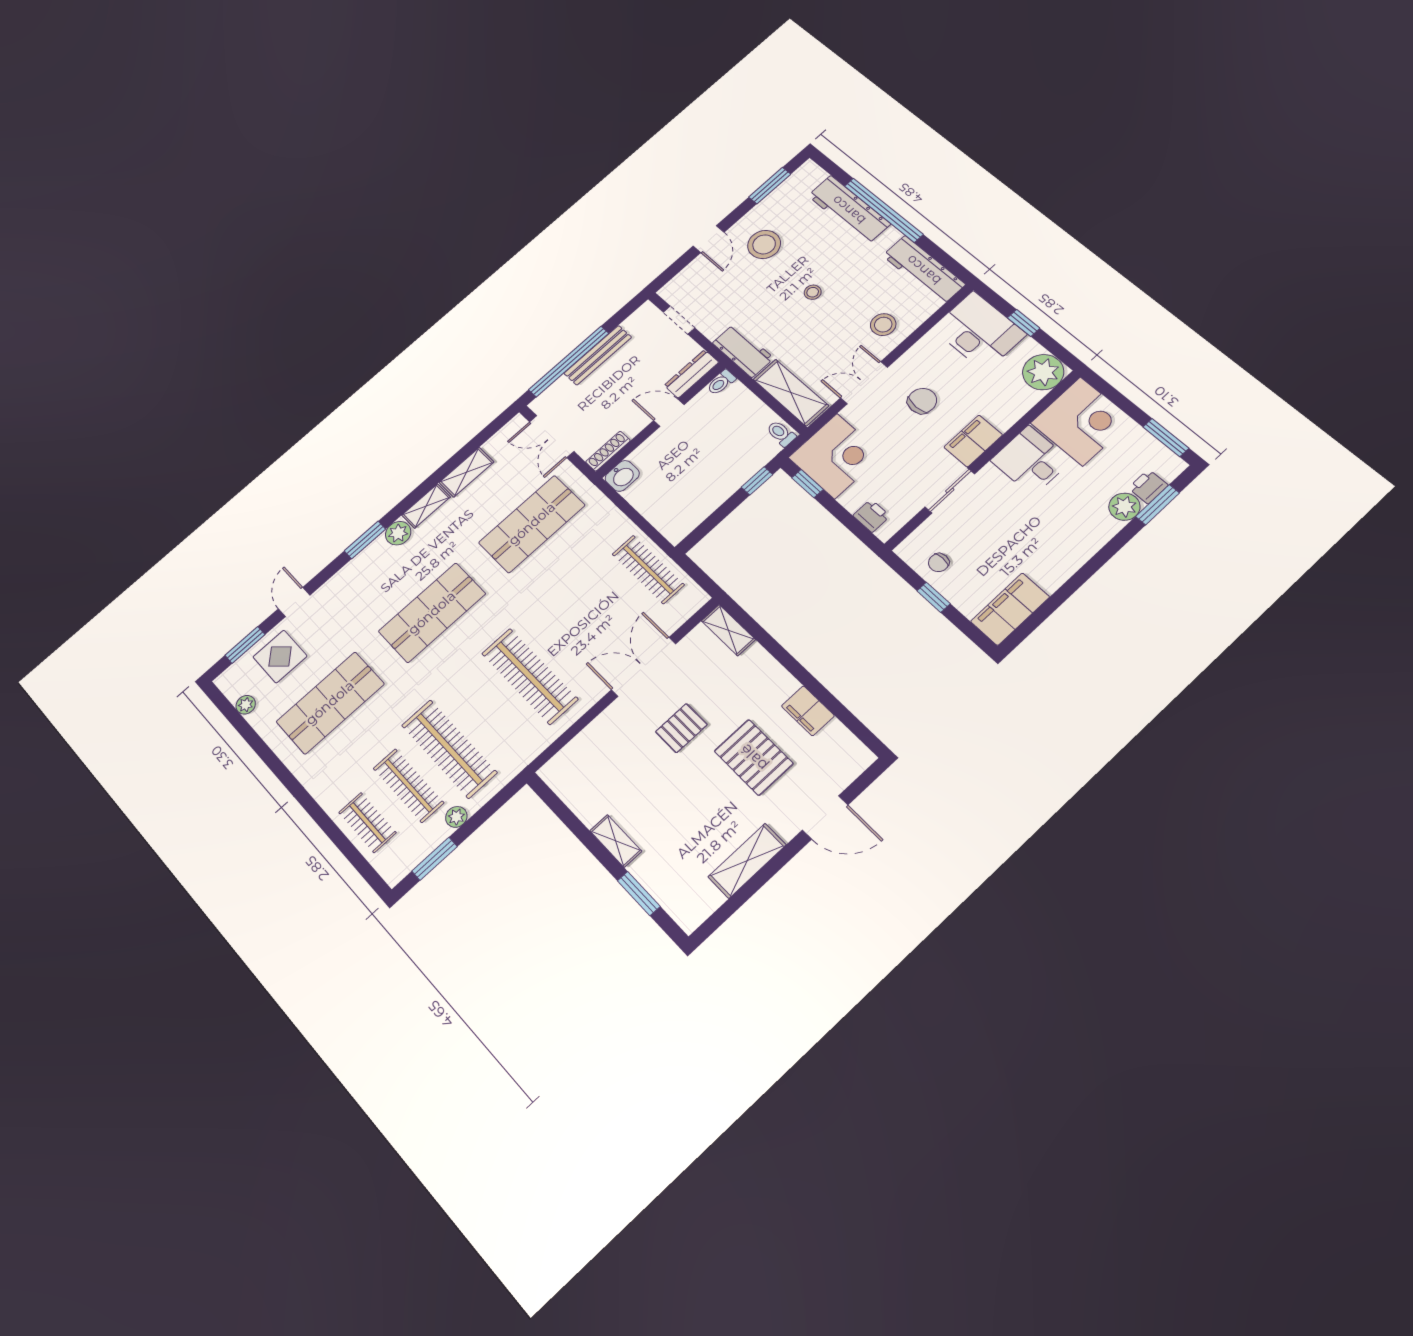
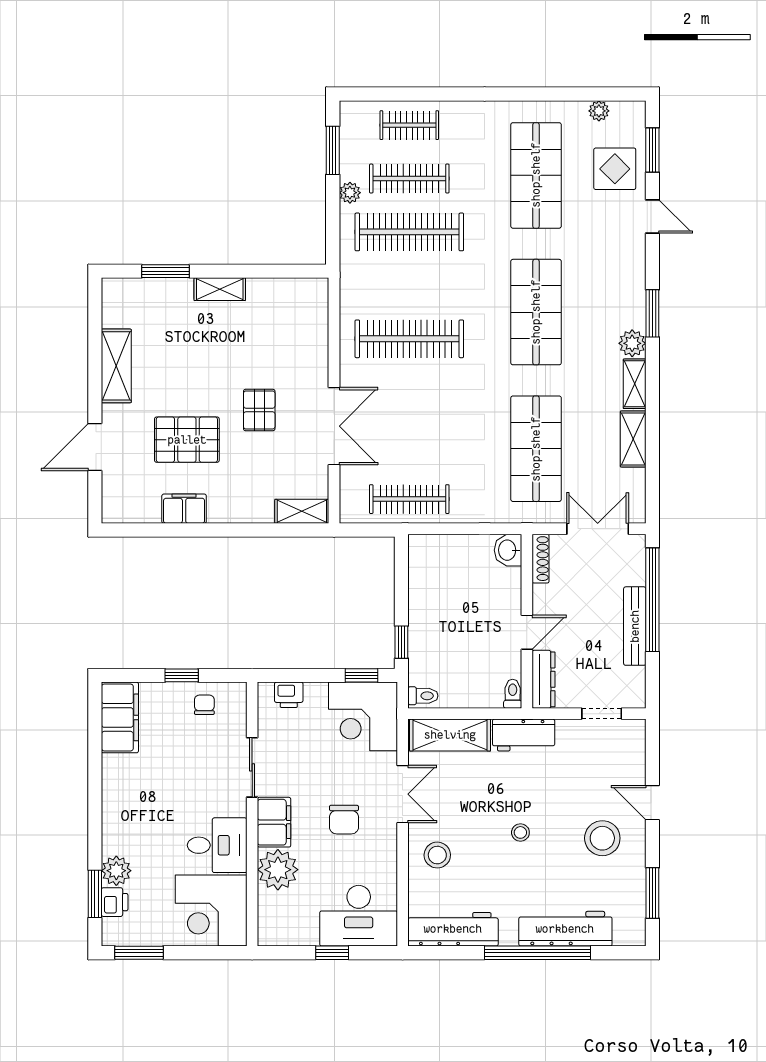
plant: (1043, 372) -> (278, 870), moved

